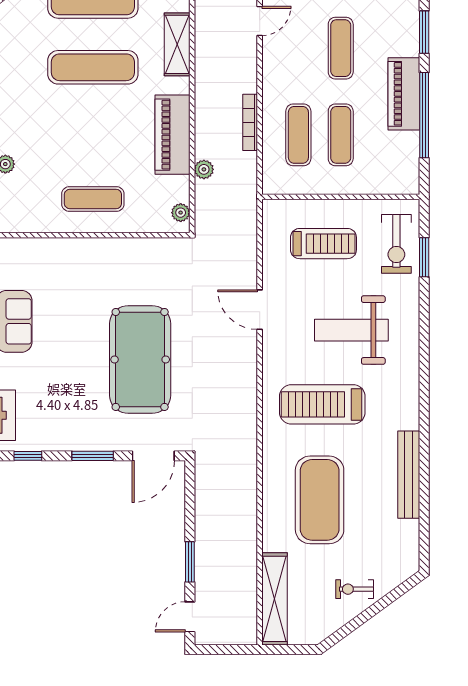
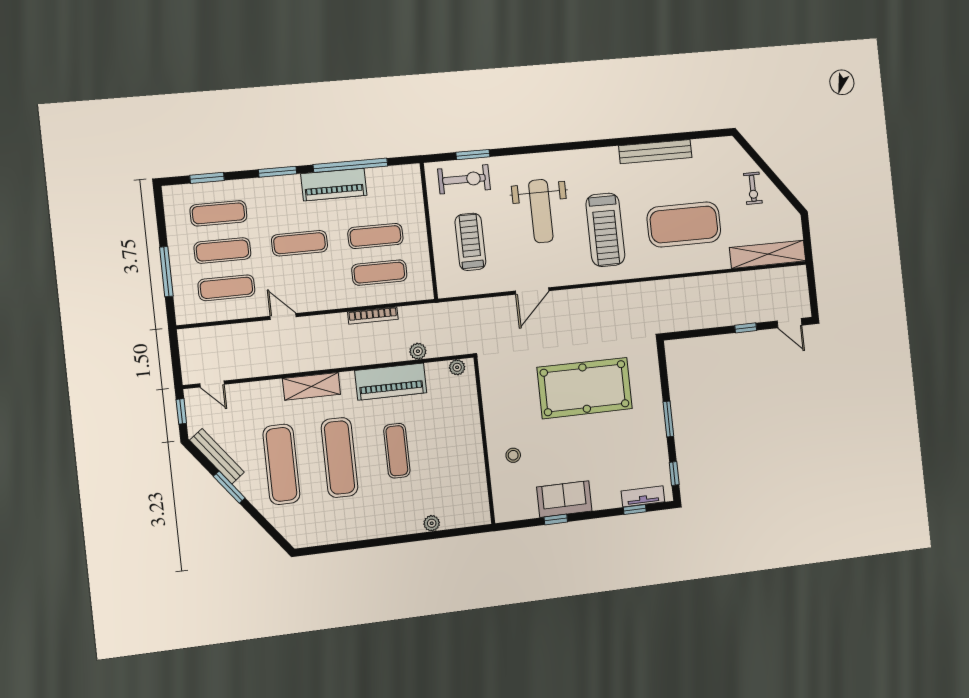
exercise mat: (93, 199) -> (397, 451), moved
stool: (72, 267) -> (513, 455), added
door: (153, 456) -> (663, 368), removed
window: (190, 562) -> (746, 328), width x0.67

